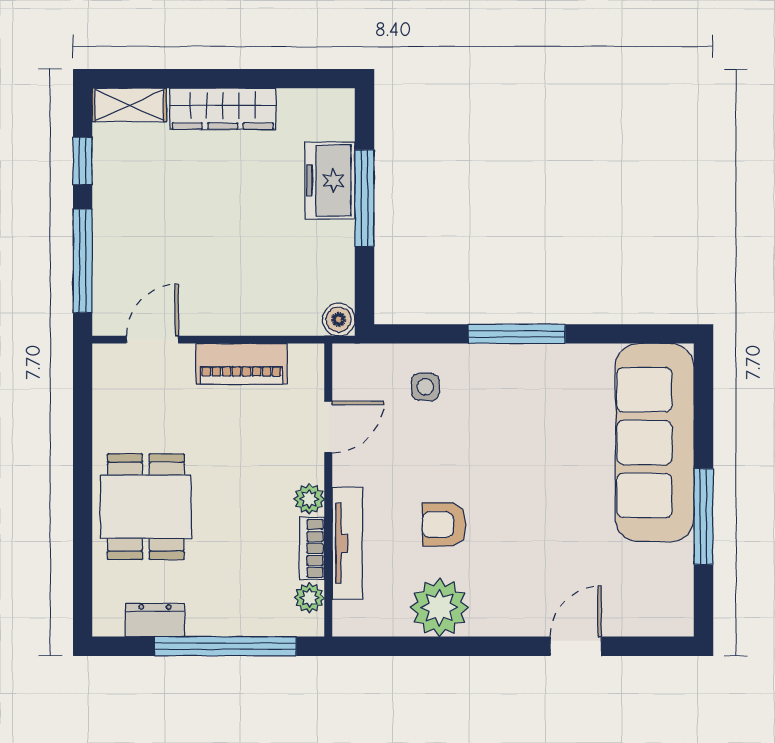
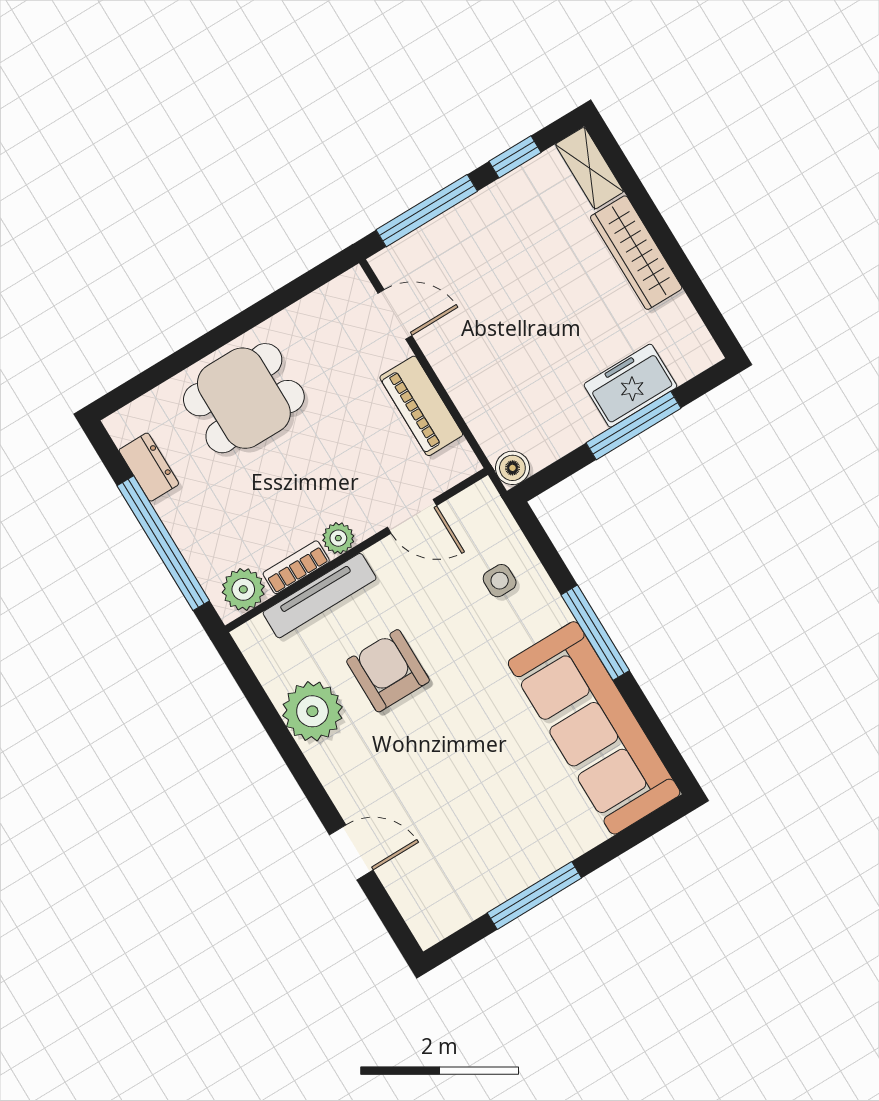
sofa: (655, 443) -> (594, 728), moved, turned -90
armchair: (444, 525) -> (388, 671), width x1.38, depth x1.38
plant: (309, 598) -> (243, 589), width x1.38, depth x1.38

